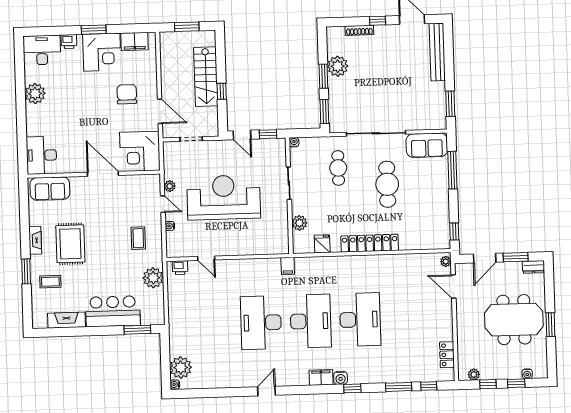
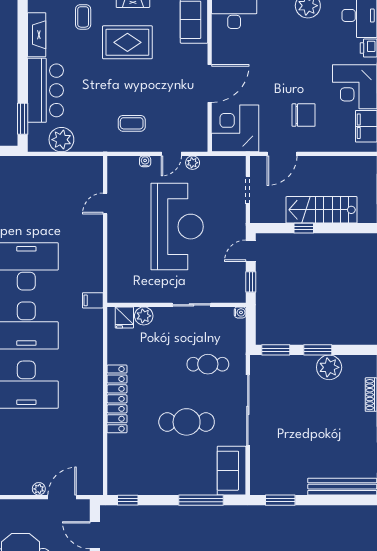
fridge: (322, 244) -> (124, 317), moved, turned 90
plant: (446, 261) -> (39, 489), moved
printer: (180, 268) -> (95, 172), removed
plant: (153, 278) -> (61, 140), moved

